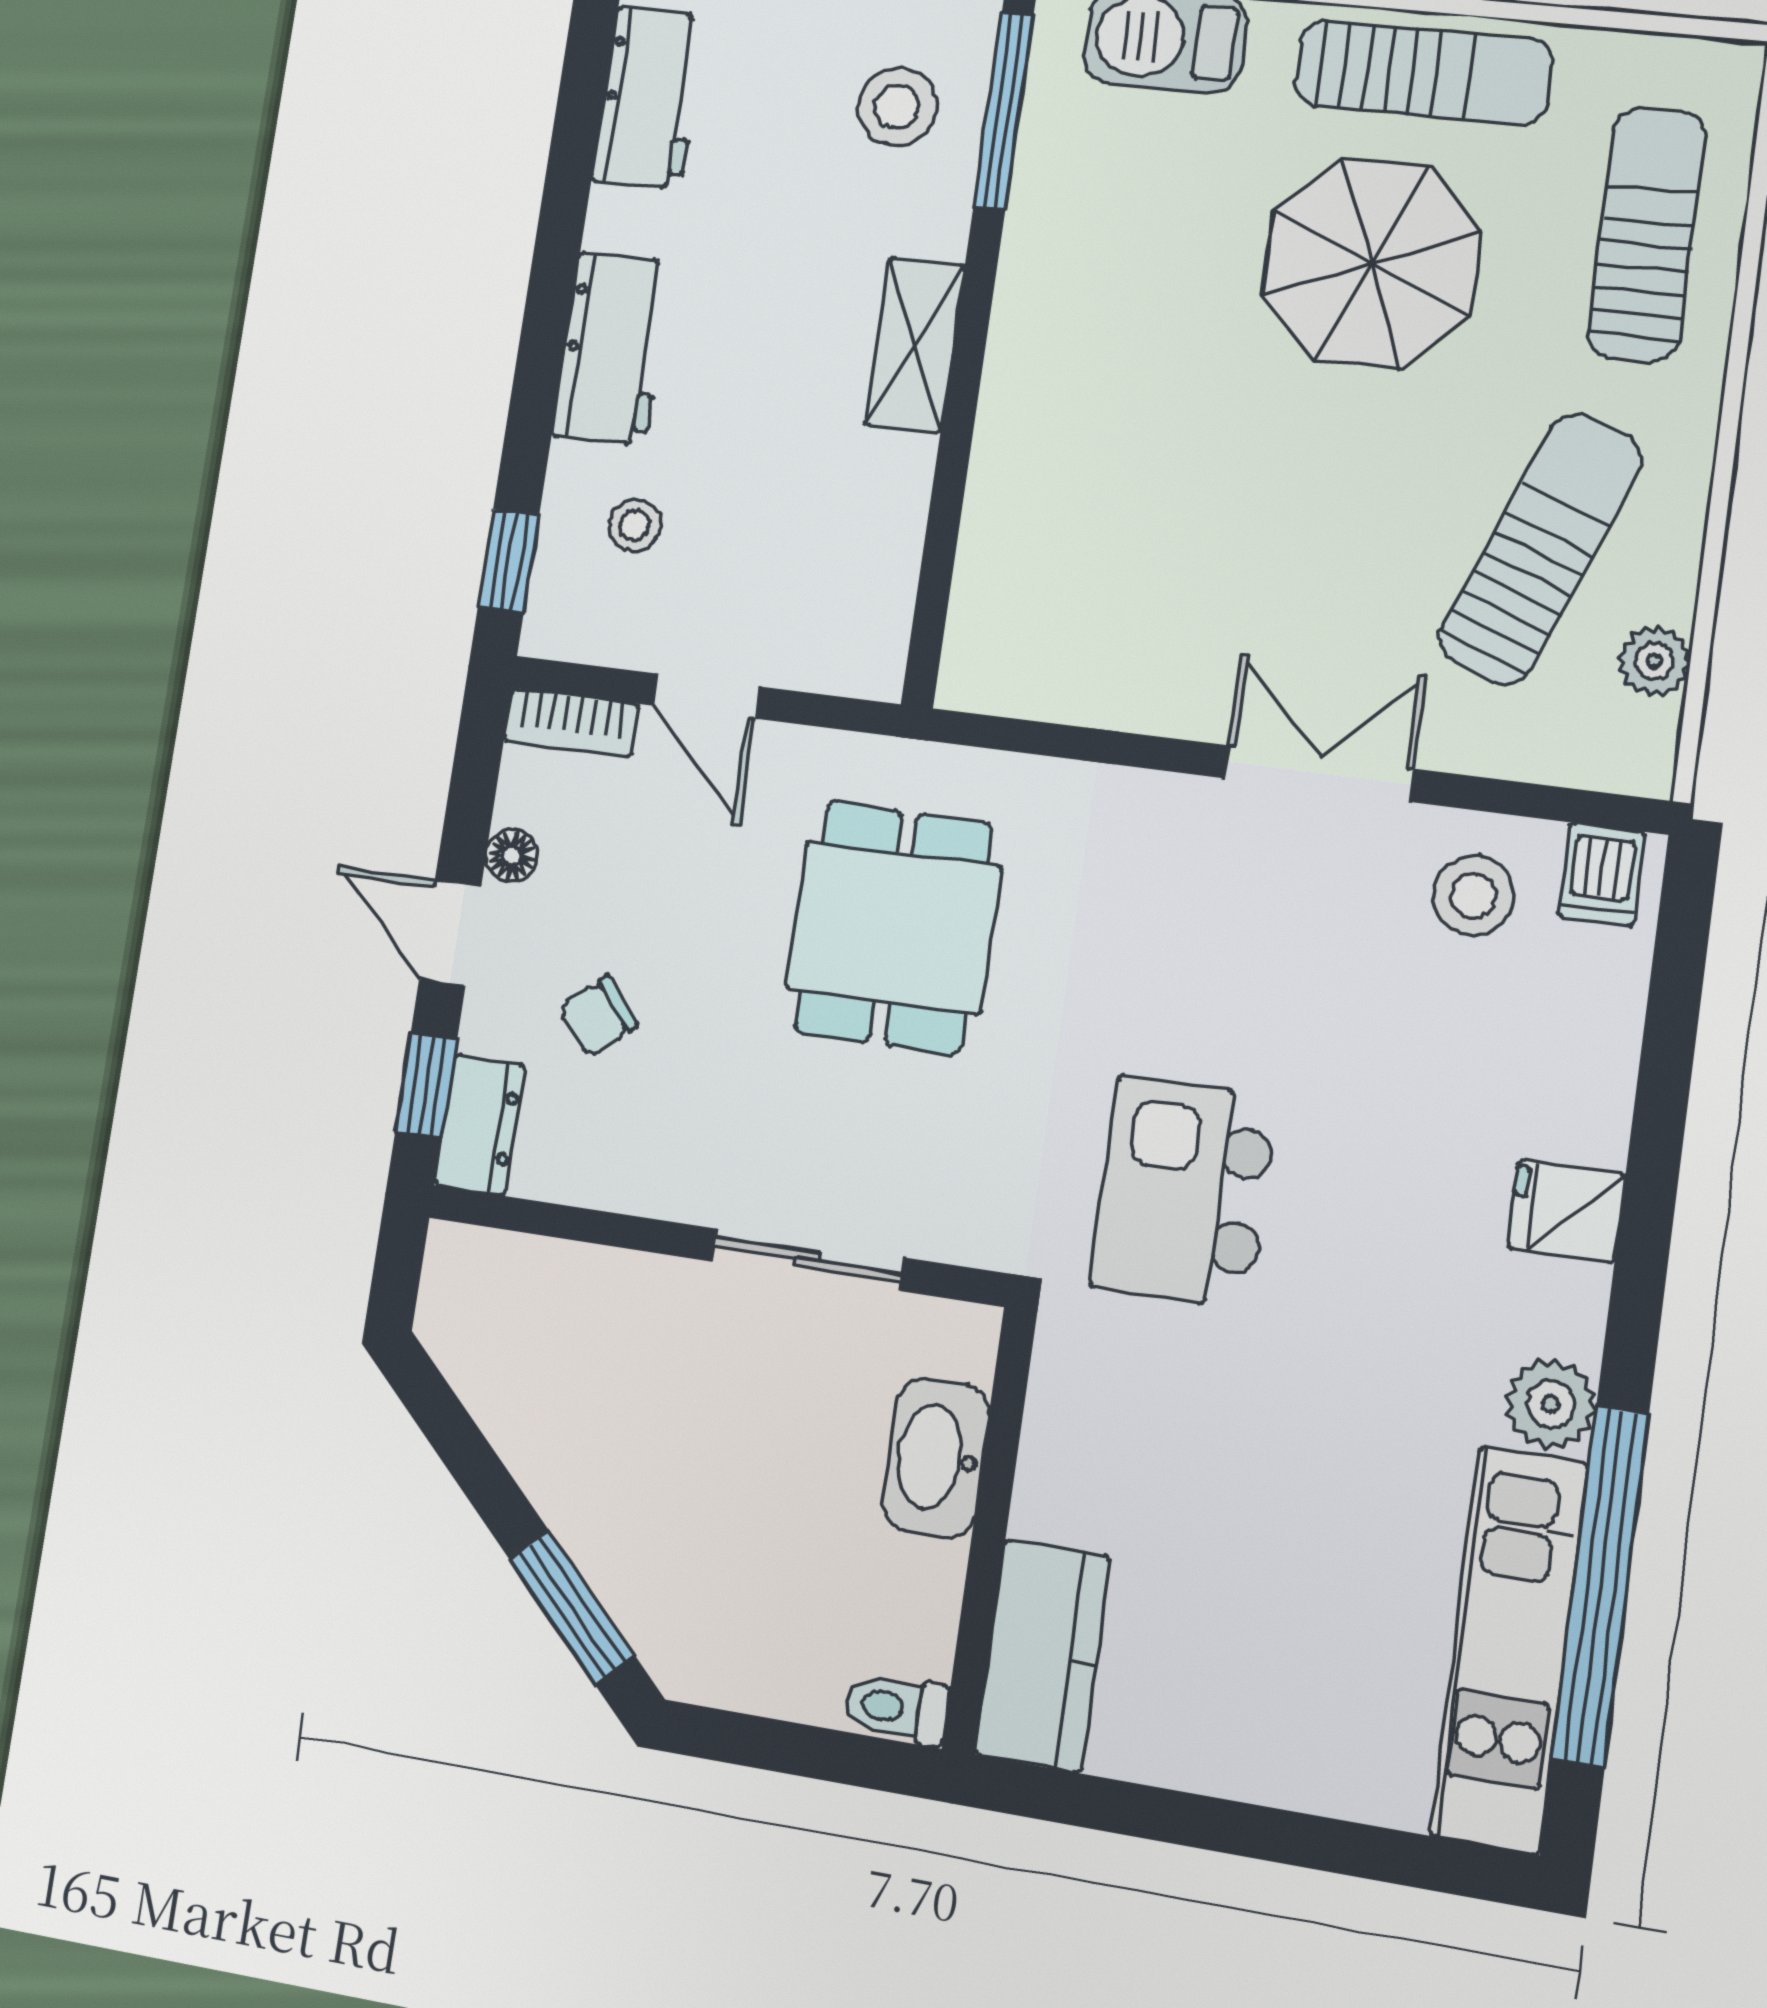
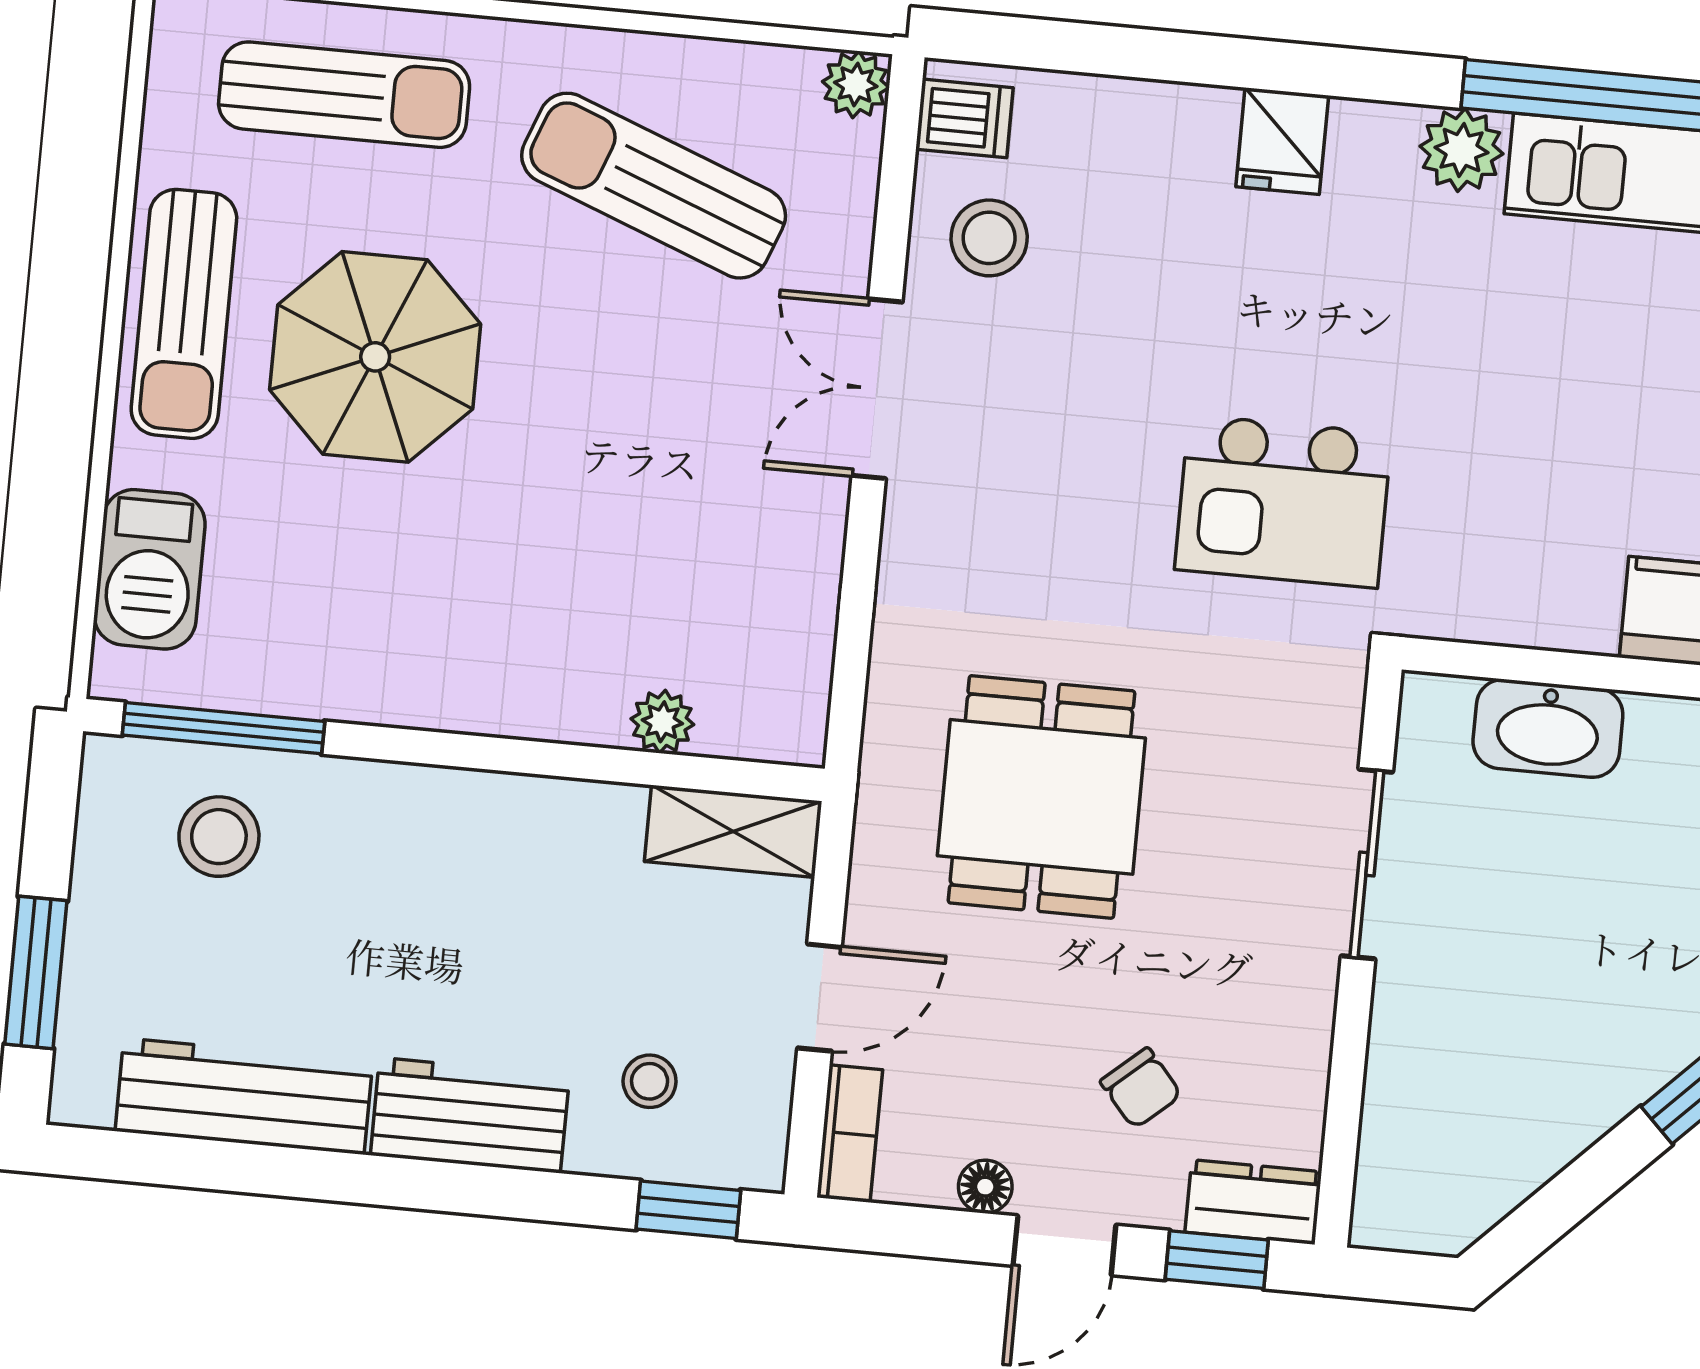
sun lounger: (1423, 72) -> (184, 314), turned 180
workbench: (649, 98) -> (244, 1096), width x1.38
sun lounger: (1647, 234) -> (344, 95), turned 180
shelving: (915, 345) -> (733, 831), moved
plant: (988, 546) -> (662, 722), added
plant: (1654, 661) -> (856, 84), moved
dining table: (893, 927) -> (1041, 797), turned 90

